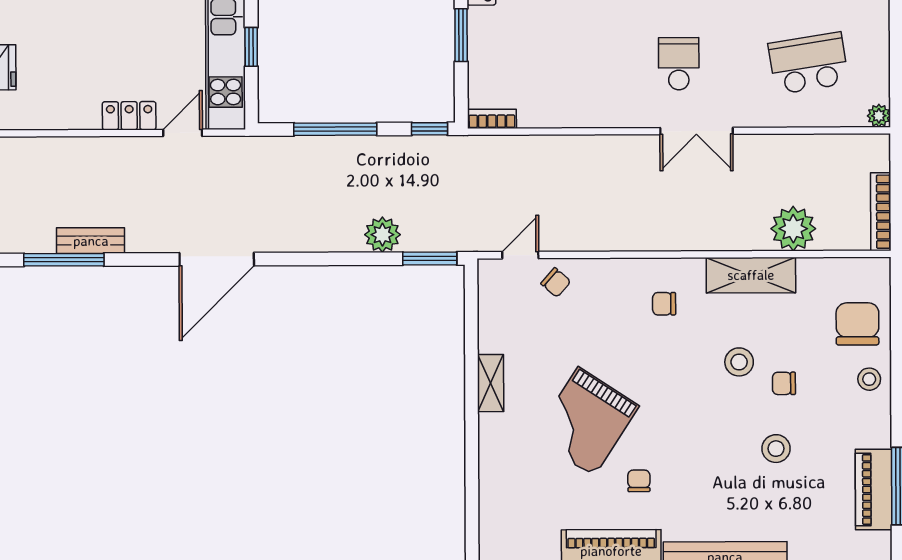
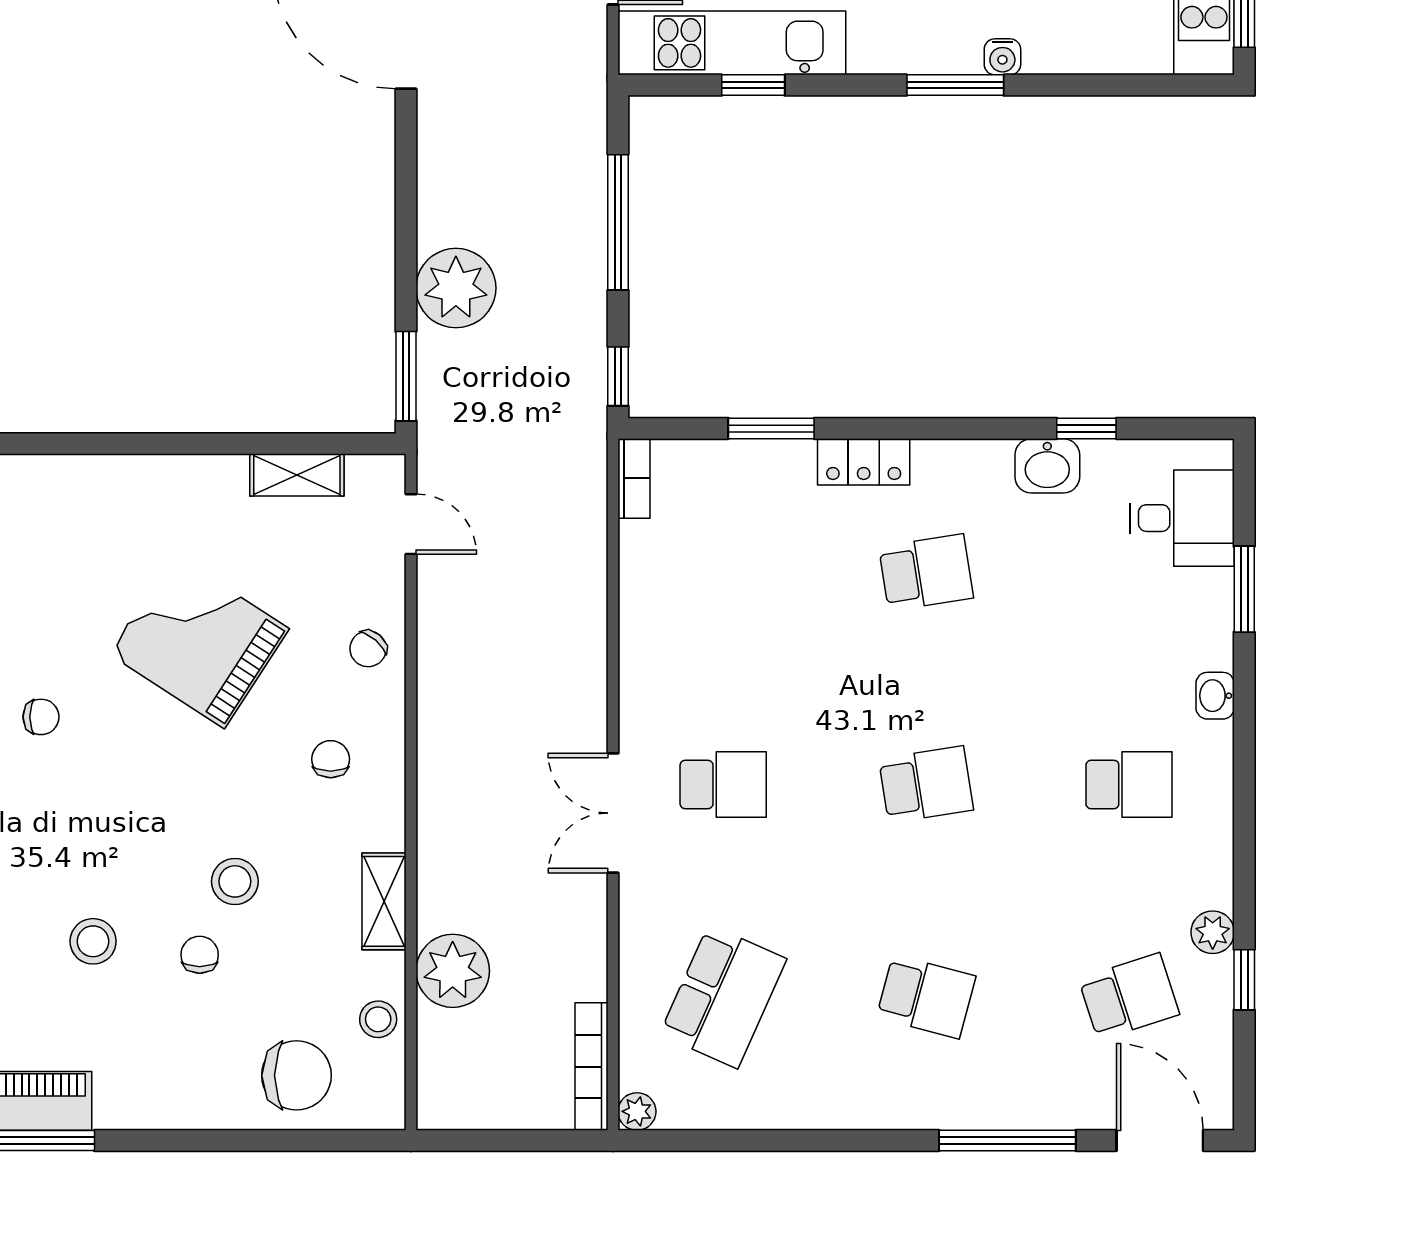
school desk: (808, 63) -> (723, 997), turned 33
bookcase: (881, 212) -> (592, 1067), moved, turned -90
plant: (382, 235) -> (456, 288), width x1.36, depth x1.36
shelving: (751, 275) -> (384, 901), width x0.67, depth x0.75
chair: (556, 282) -> (368, 649), moved
stool: (869, 379) -> (378, 1019), moved
shelving: (491, 383) -> (297, 475), moved
grand piano: (586, 422) -> (199, 641), moved

